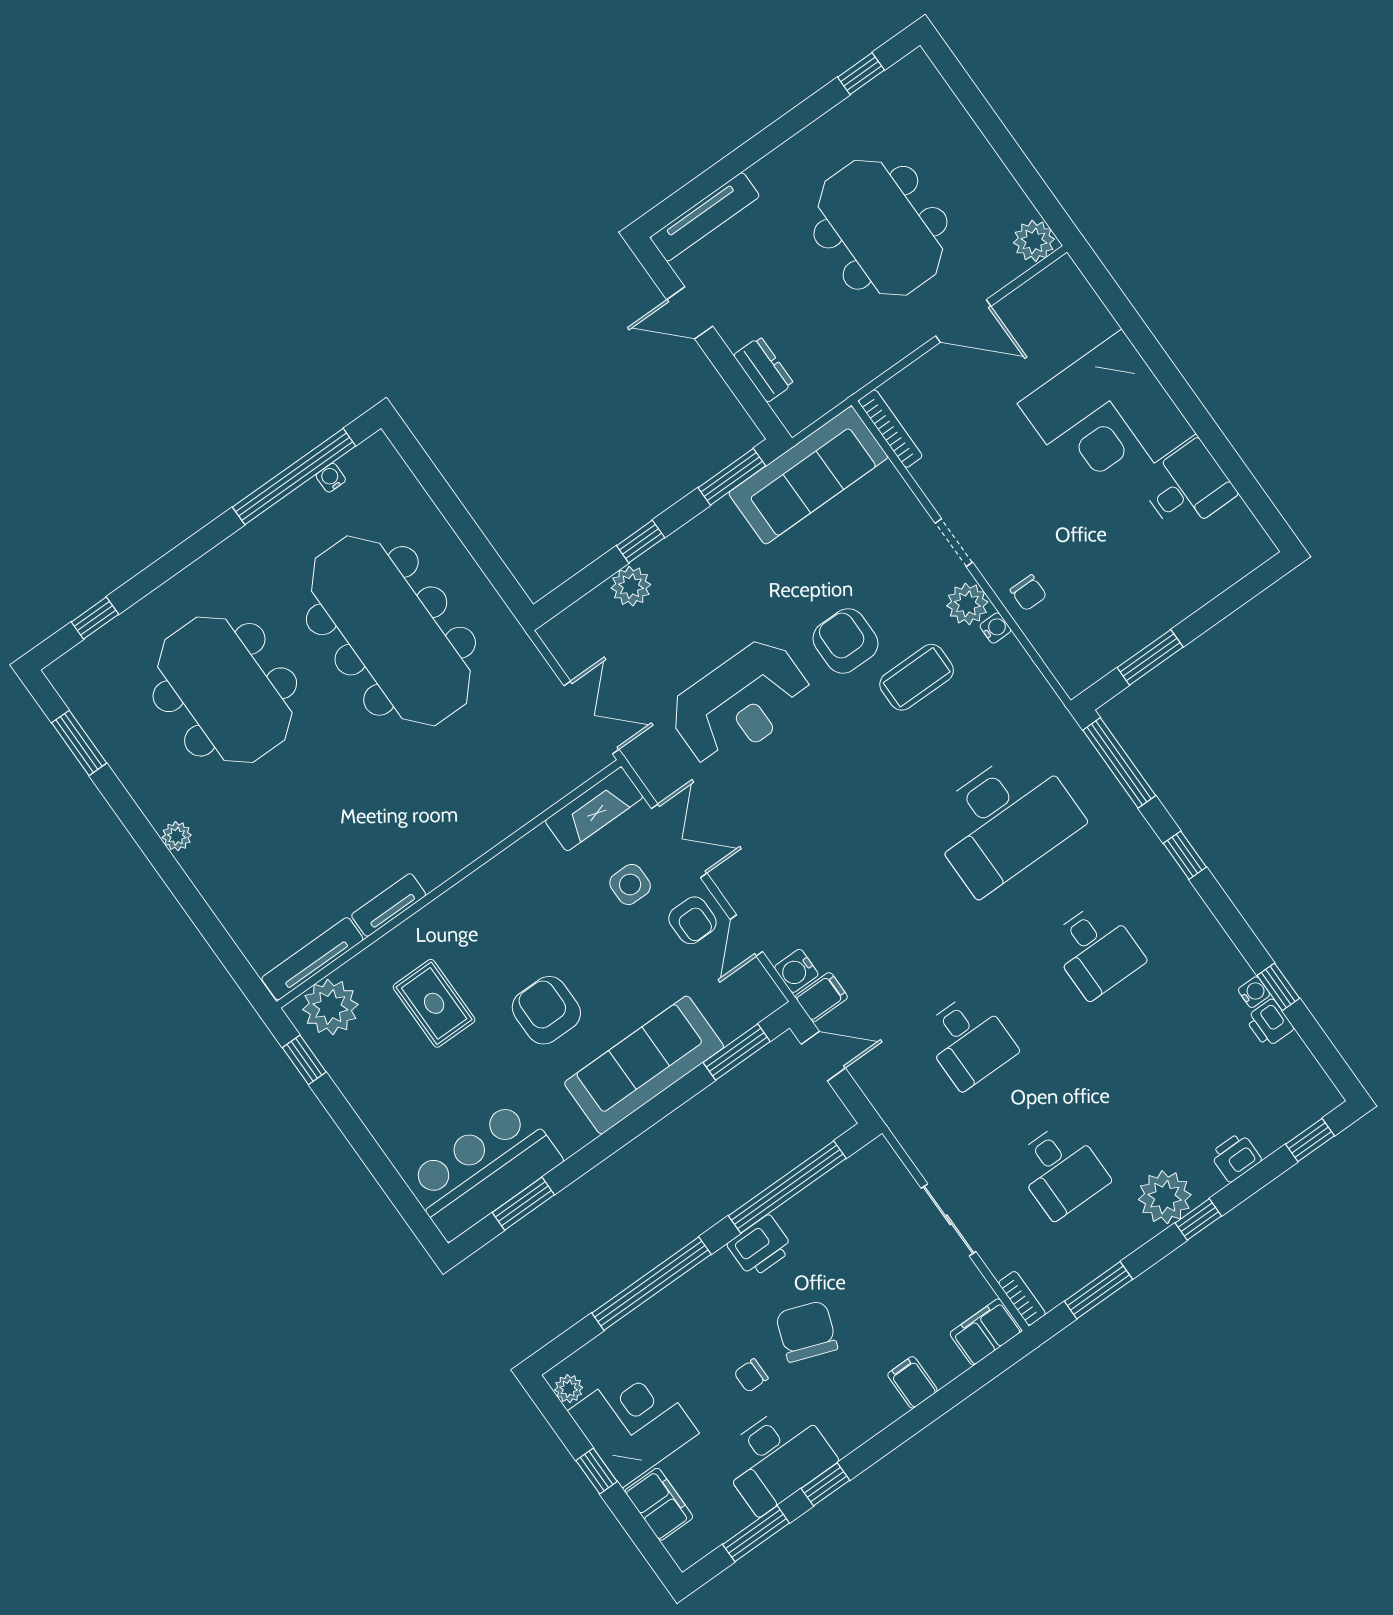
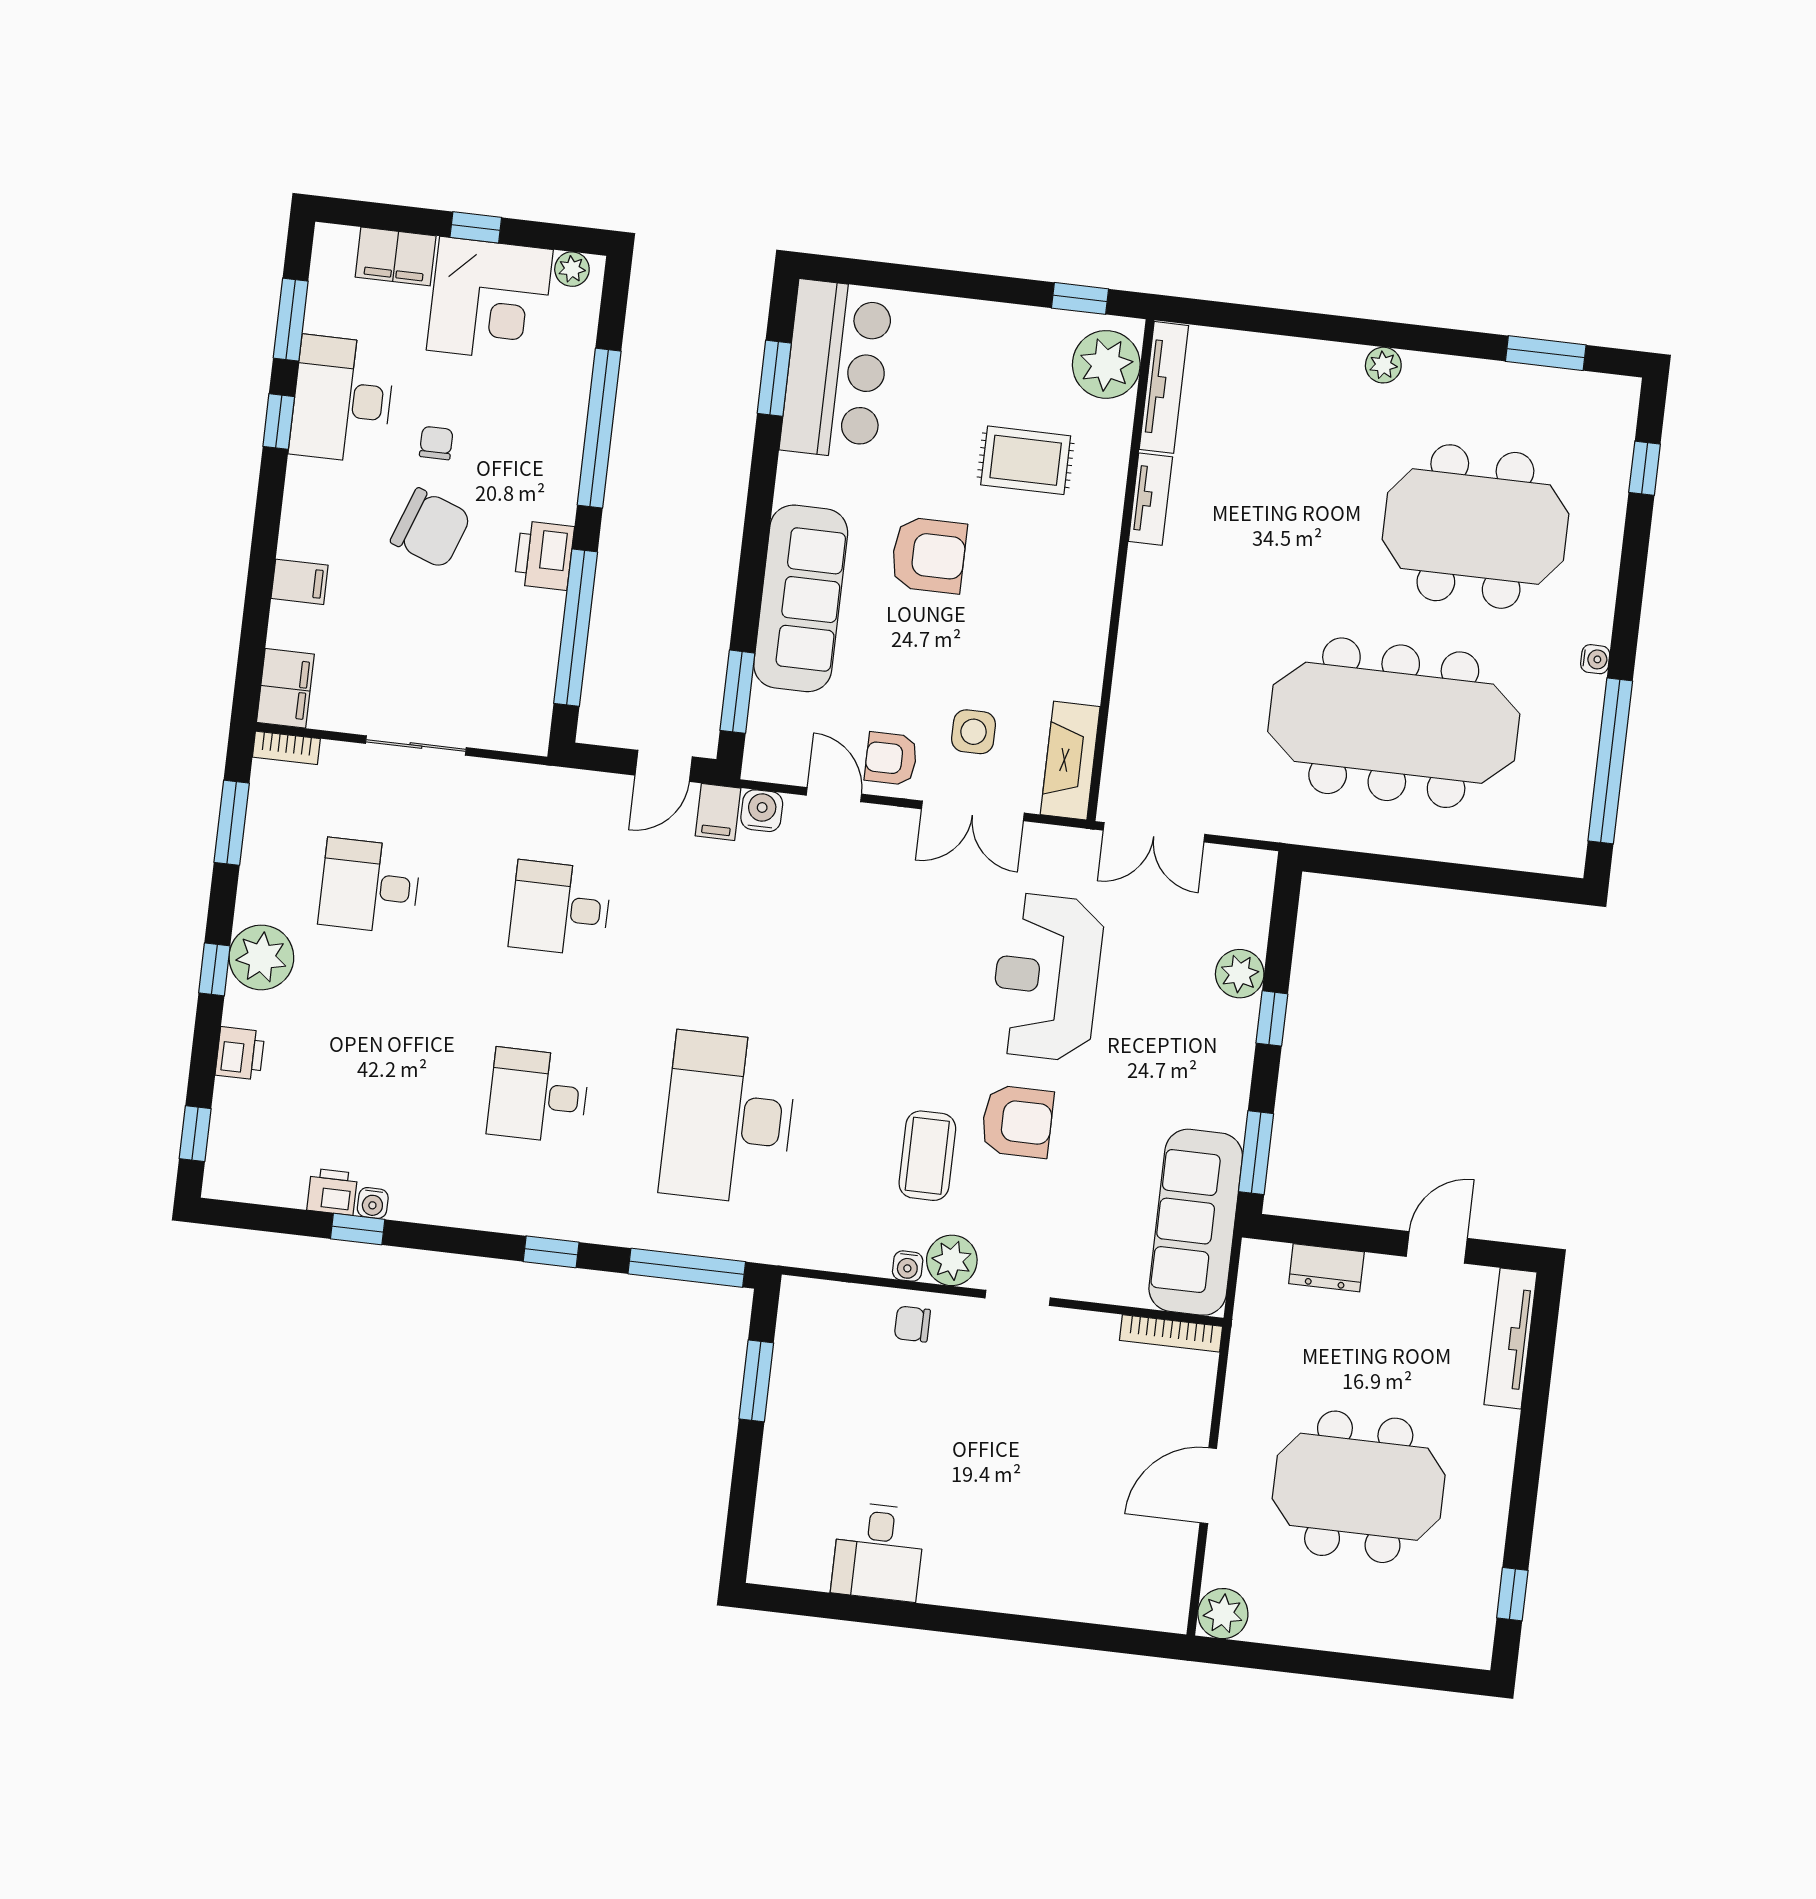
corner desk: (1107, 418) -> (1005, 1535), removed
water cooler: (331, 478) -> (1595, 659), moved

